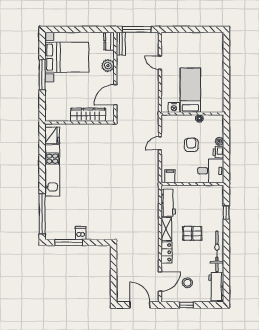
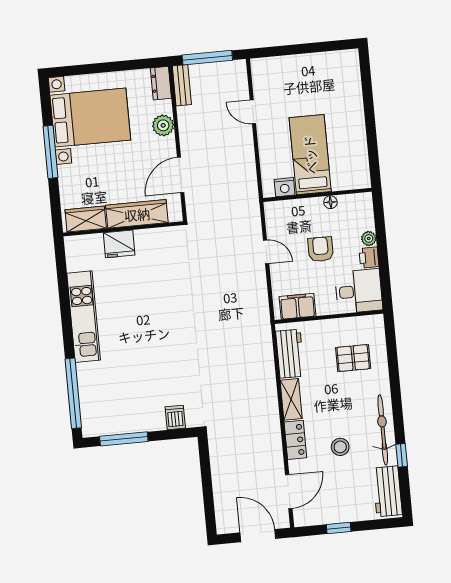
wardrobe: (59, 115) -> (86, 219), added
fridge: (52, 135) -> (119, 244), moved, turned 90
door: (160, 143) -> (266, 252), swing flipped
filing cabinet: (170, 176) -> (297, 306), width x2.00
window: (226, 213) -> (402, 455), moved
dishwasher: (81, 233) -> (175, 417), moved
pallet: (192, 233) -> (353, 358), moved
stool: (187, 283) -> (340, 447), moved

